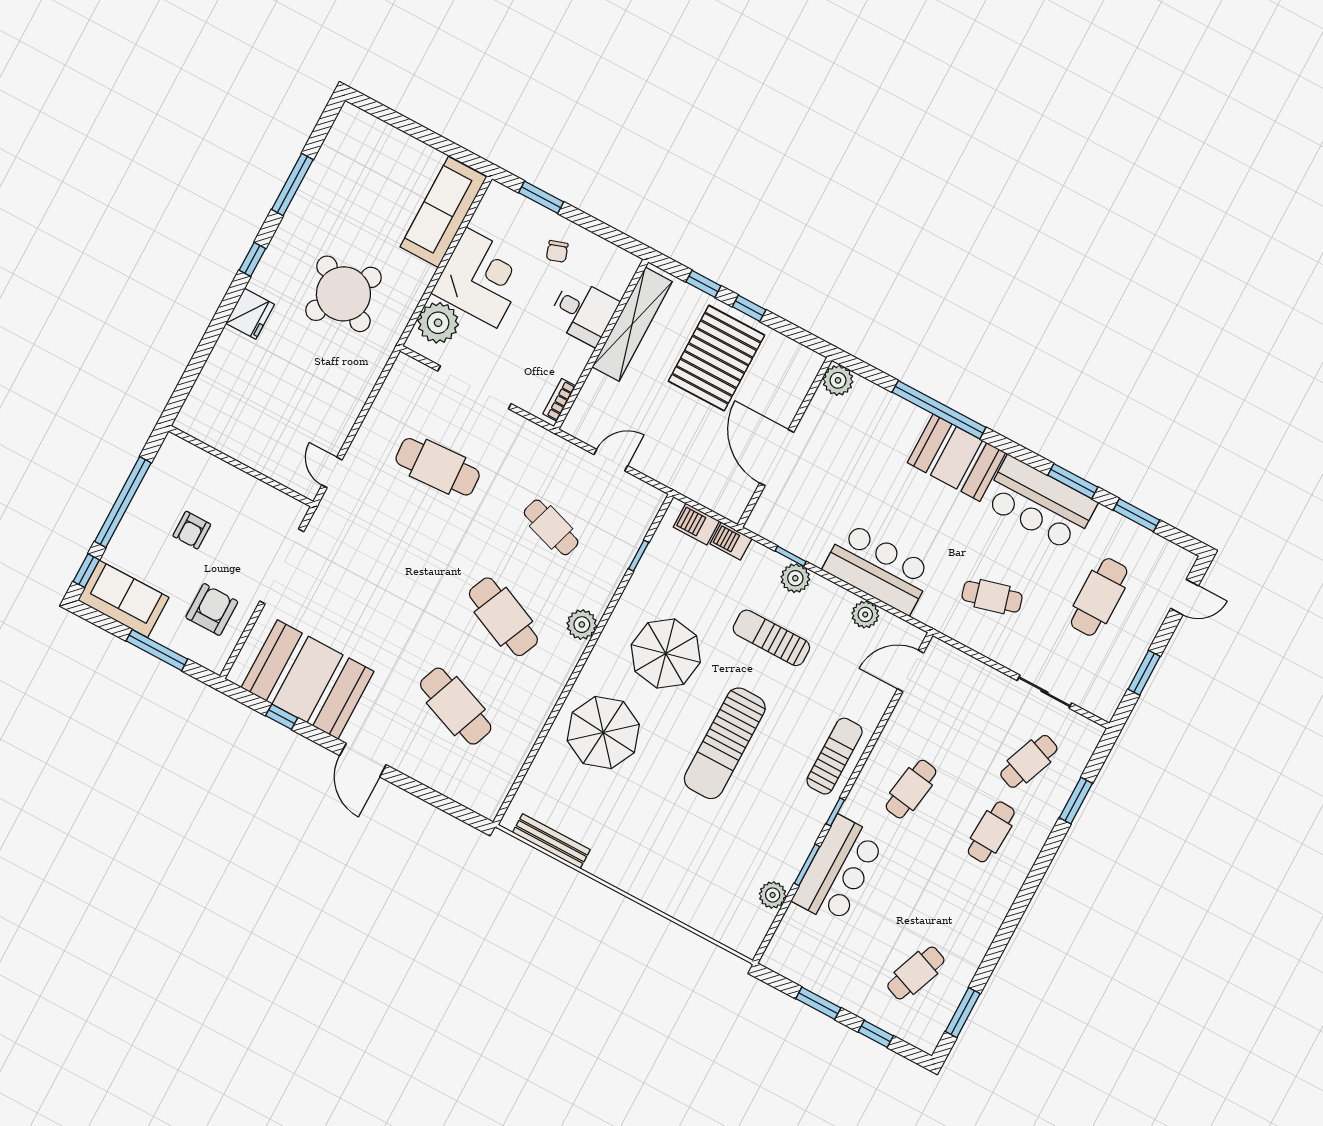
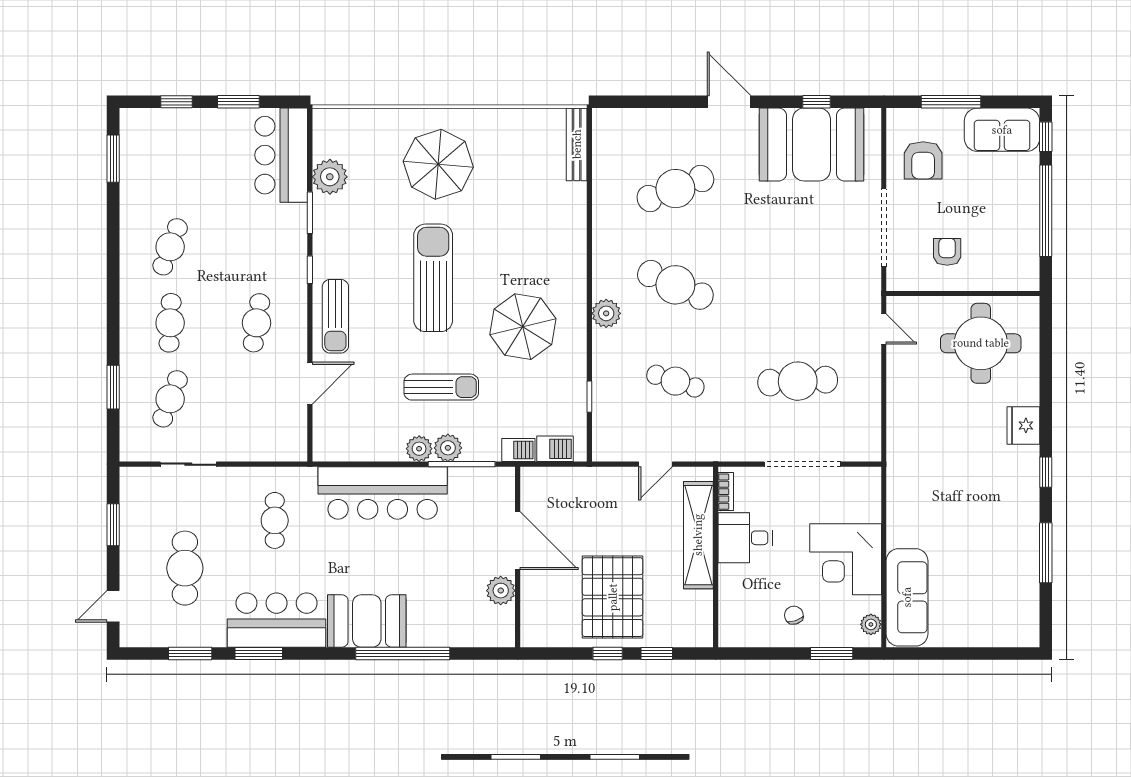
round table: (343, 294) -> (981, 343), moved, turned -31
desk: (583, 312) -> (745, 538), moved
plant: (438, 323) -> (871, 624), moved, width x0.53, depth x0.53
shelving: (632, 324) -> (698, 535), moved
plant: (838, 380) -> (501, 591), moved
armchair: (192, 530) -> (947, 252), moved
window: (791, 556) -> (462, 464), width x2.17
bar counter: (878, 569) -> (383, 493), width x1.36
cafe table: (992, 597) -> (275, 520), turned -75
plant: (865, 614) -> (419, 449), moved
door: (911, 671) -> (310, 383), moved
cafe table: (456, 706) -> (675, 189), turned -42
parasol: (603, 733) -> (438, 164), moved
bench: (551, 841) -> (577, 144), moved, turned 90
bar counter: (838, 870) -> (281, 155), moved
plant: (773, 895) -> (330, 177), width x1.36, depth x1.36
cafe table: (916, 973) -> (170, 247), moved

